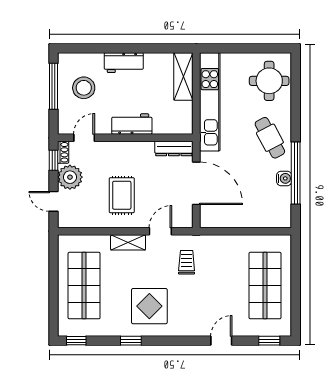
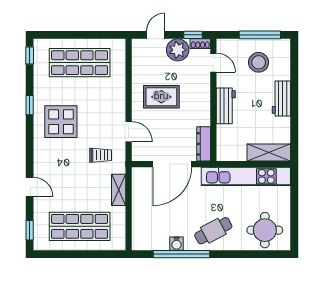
shelving: (128, 242) -> (119, 190), moved

